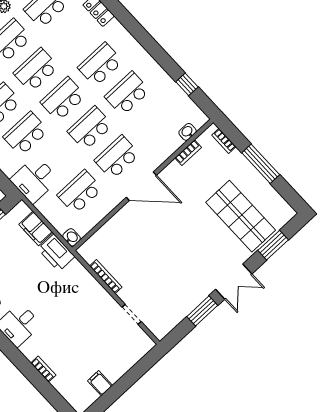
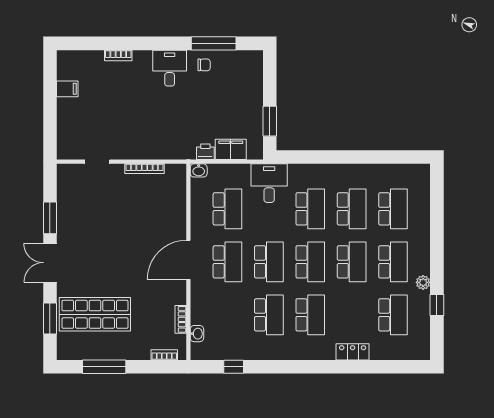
window: (261, 164) -> (104, 367), moved
printer: (56, 253) -> (205, 152), width x0.53, depth x0.68

